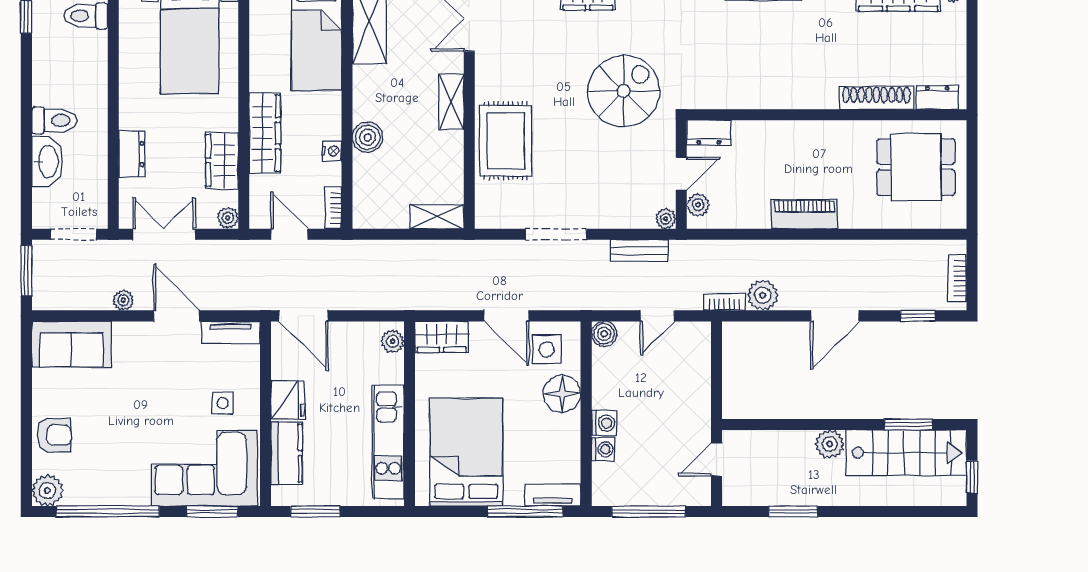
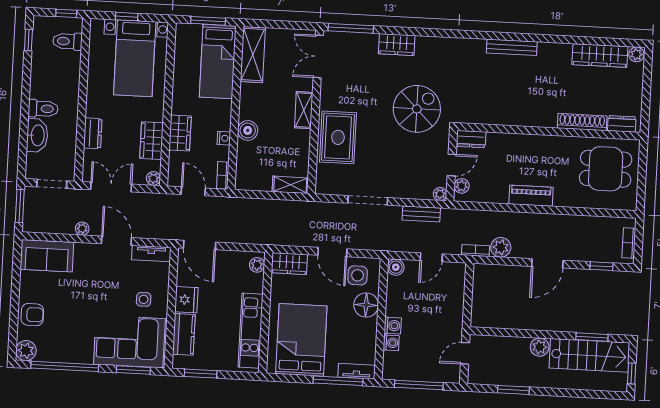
wardrobe: (265, 133) -> (180, 133), width x0.67

